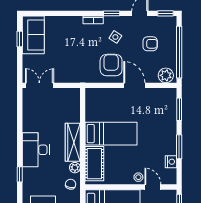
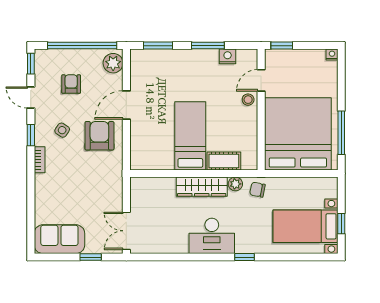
window: (20, 39) -> (91, 257), moved
armchair: (111, 65) -> (99, 136), turned 90
cot: (94, 164) -> (224, 161), width x0.73, depth x0.75

